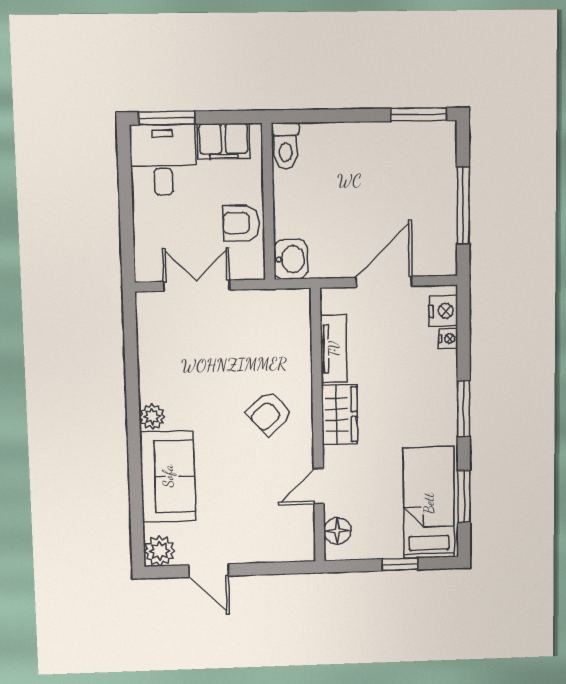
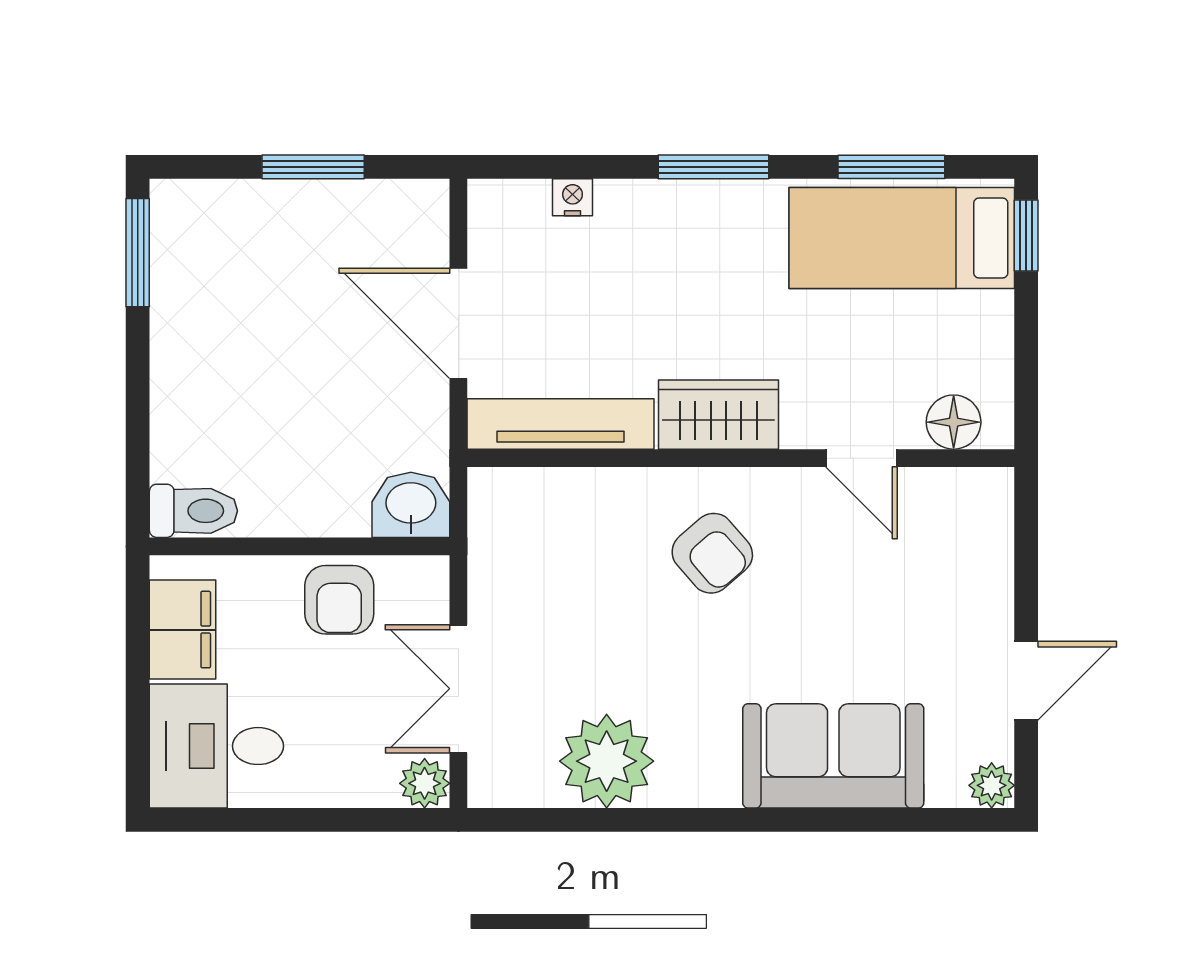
window: (167, 118) -> (138, 737), removed
window: (463, 206) -> (313, 167), width x0.69
plant: (147, 269) -> (425, 783), added
nightstand: (443, 311) -> (518, 206), removed
tv unit: (334, 349) -> (560, 424), width x1.41
plant: (152, 417) -> (607, 761), moved, width x1.87, depth x1.87
plant: (160, 551) -> (992, 785), width x0.73, depth x0.73
window: (400, 564) -> (1026, 236), moved

